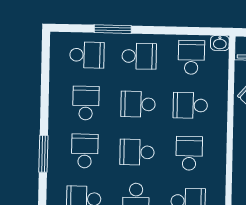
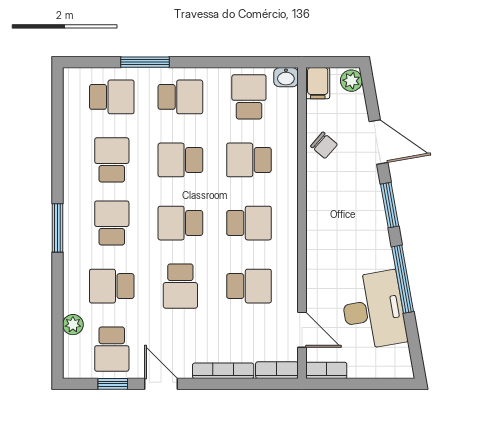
school desk: (189, 153) -> (249, 223), turned 90

